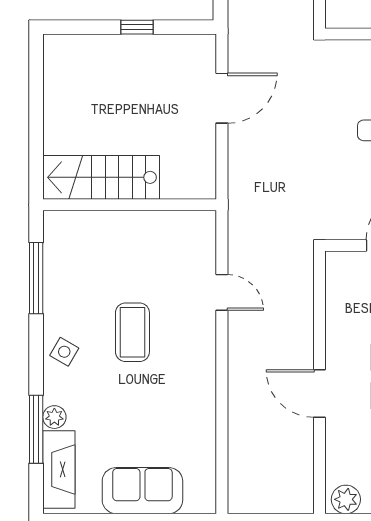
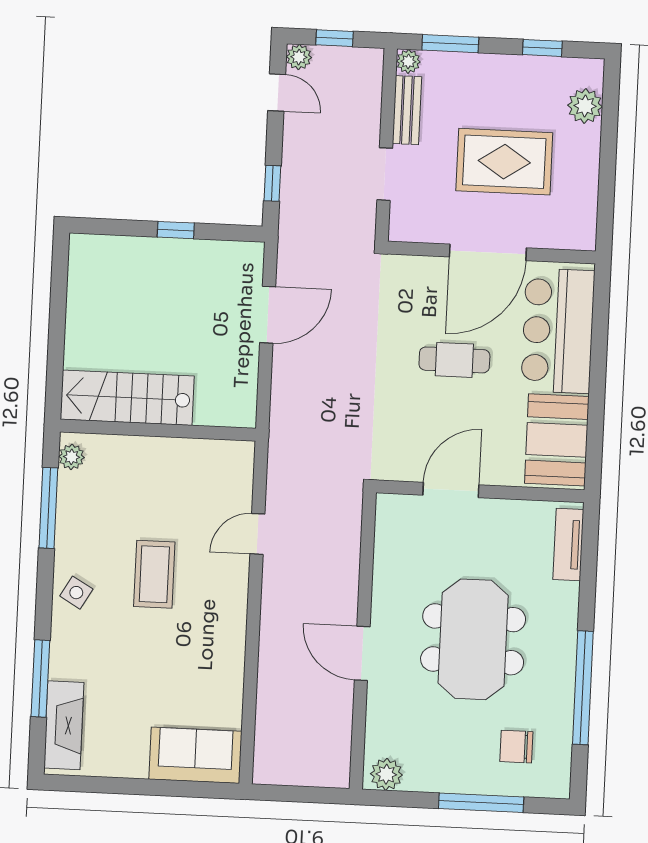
door: (222, 292) -> (257, 534), swing flipped
plant: (54, 417) -> (72, 457), moved
sofa: (142, 491) -> (195, 755), moved

